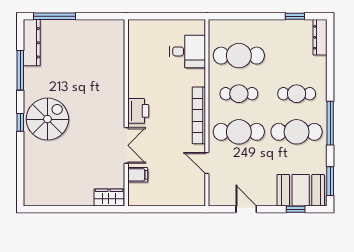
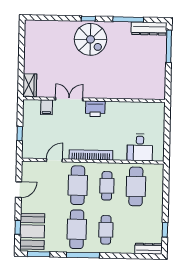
double door: (126, 145) -> (69, 99), swing flipped
window: (173, 209) -> (20, 134), added

